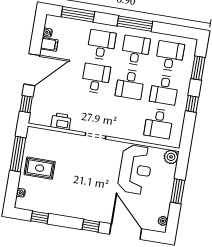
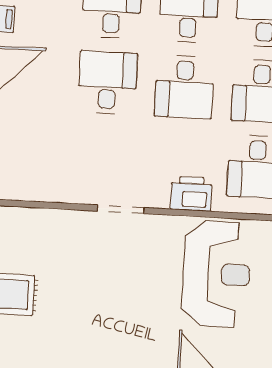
printer: (61, 121) -> (191, 194), moved

